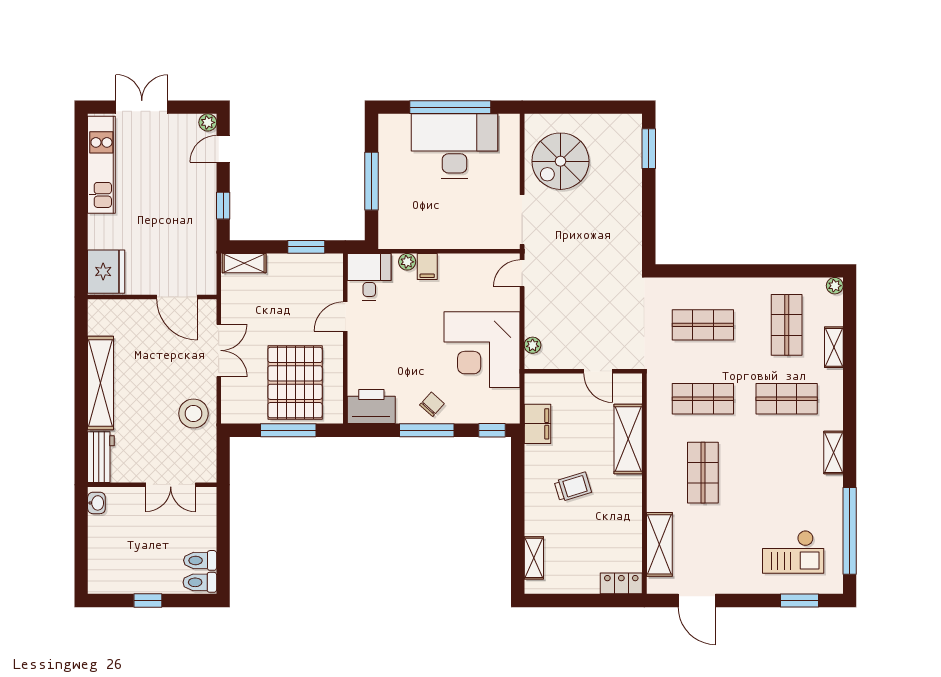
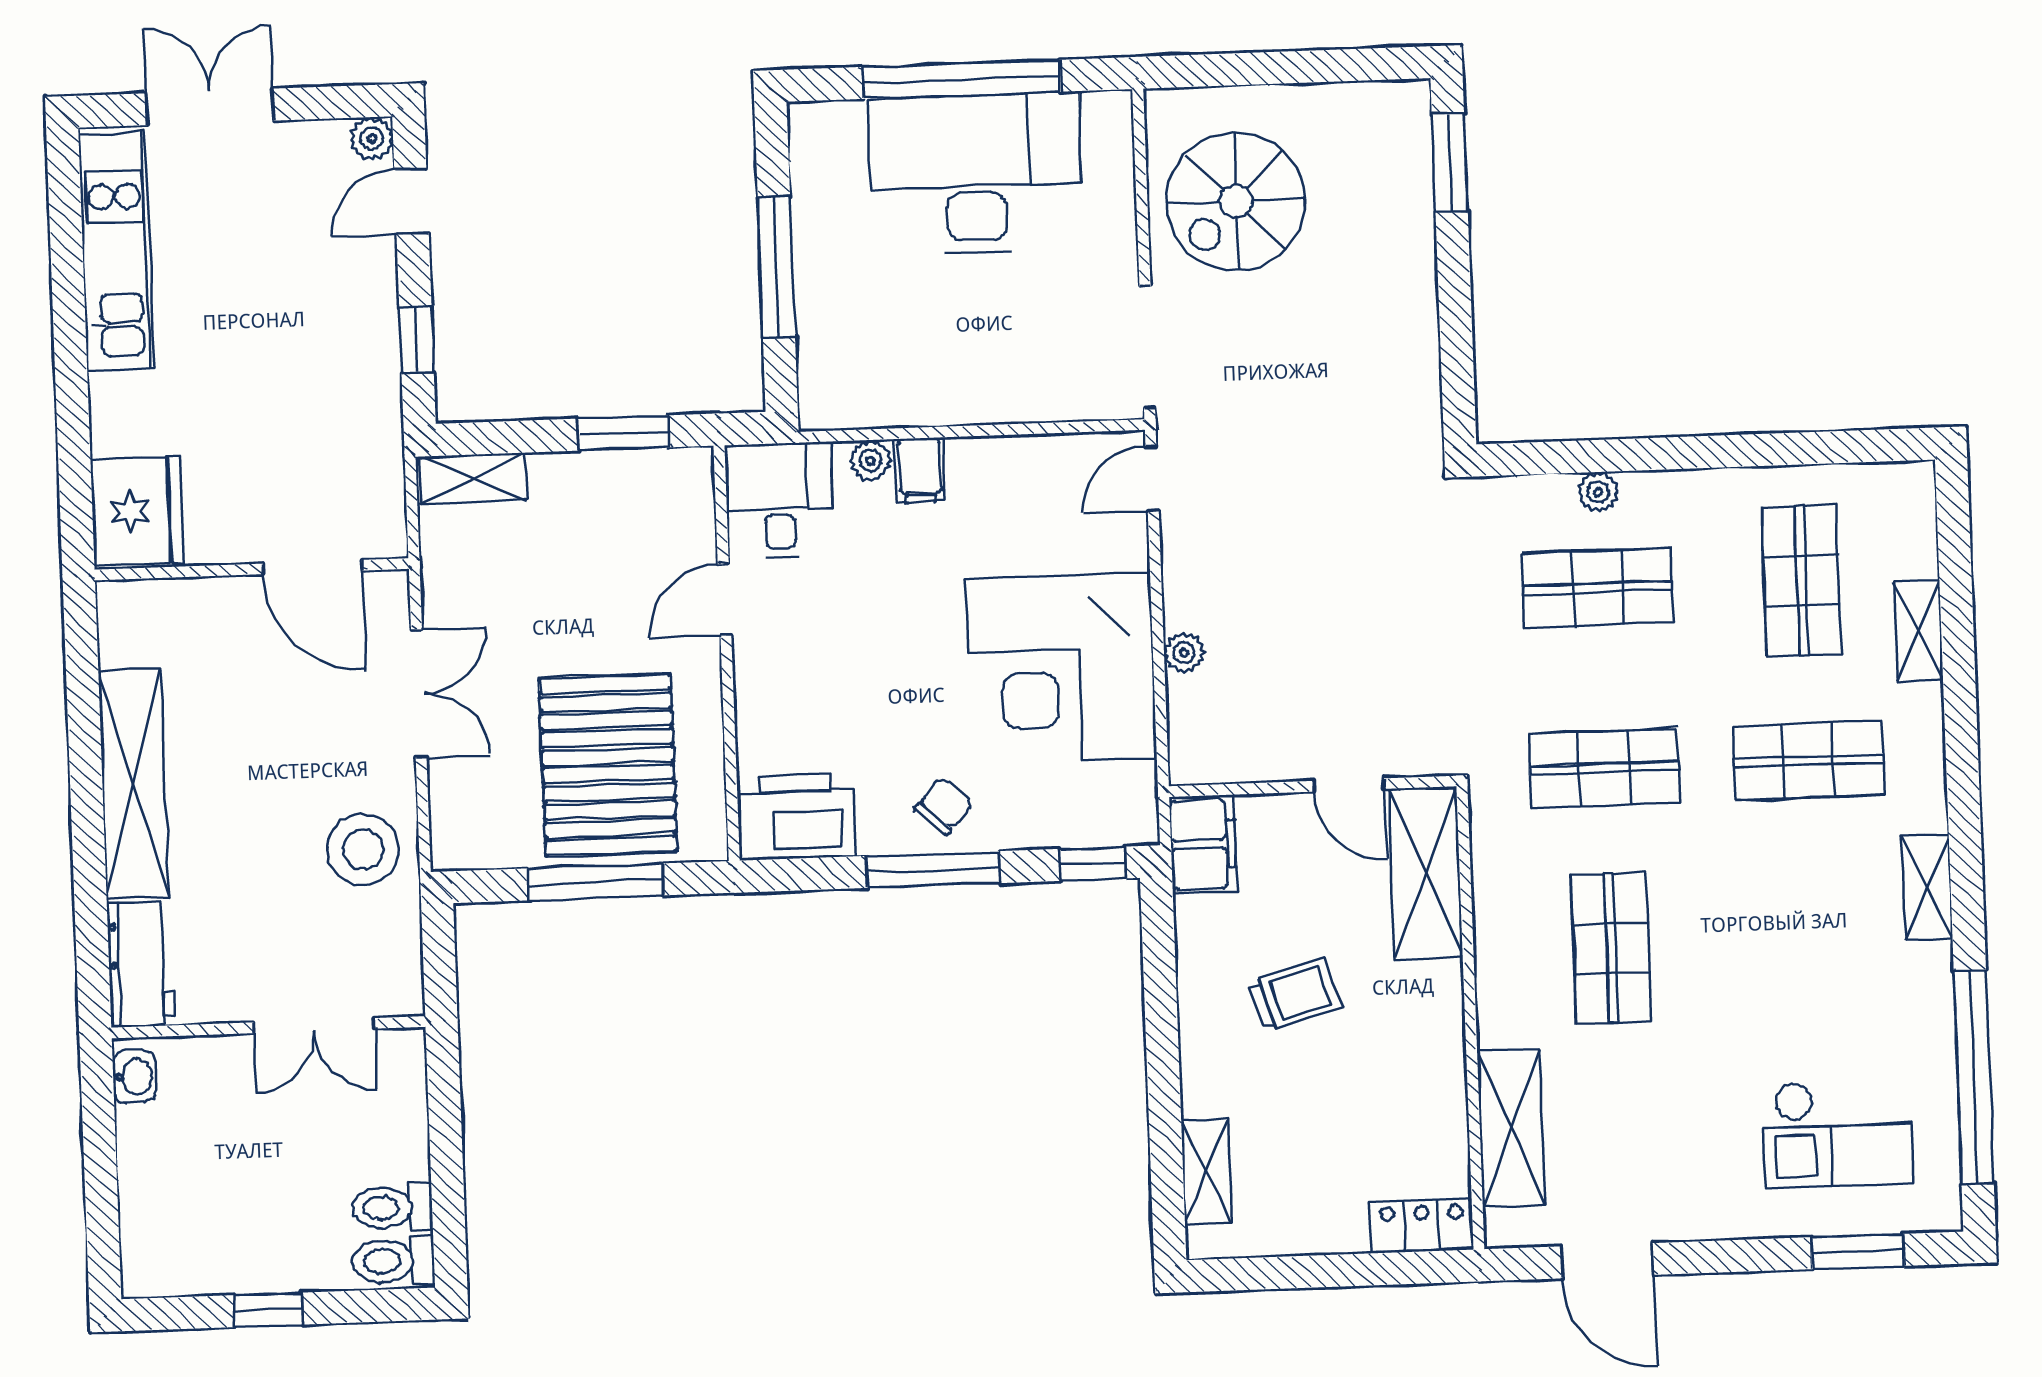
plant: (835, 286) -> (1598, 492), moved
wall: (583, 371) -> (1313, 786), moved
door: (598, 371) -> (1349, 785), moved

